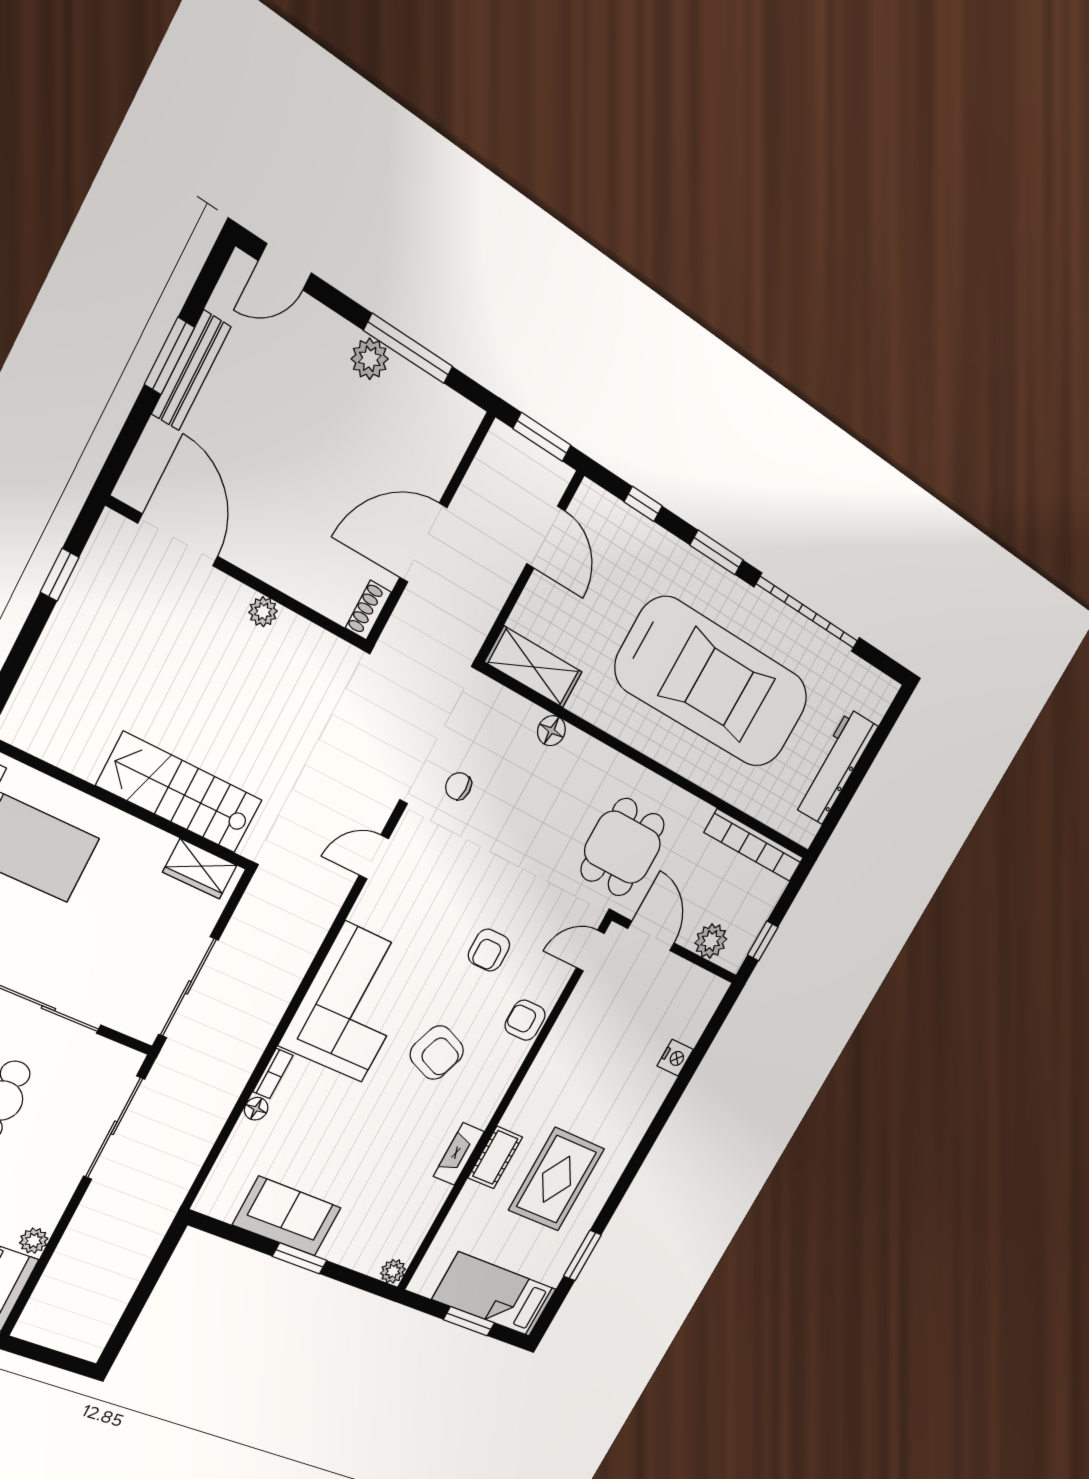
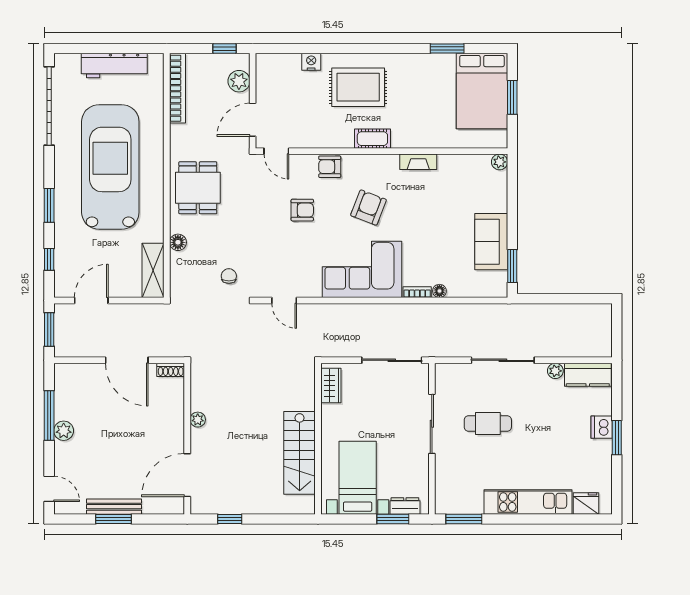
garage door: (808, 613) -> (49, 106), moved
chair: (458, 786) -> (229, 276), turned 180
stairs: (180, 793) -> (300, 453), moved
dining table: (623, 847) -> (198, 188), moved, turned 90
armchair: (525, 1020) -> (330, 167), turned 90
sliding door: (114, 1128) -> (503, 360), moved
cot: (495, 1157) -> (372, 139), moved
rug: (557, 1179) -> (358, 87), moved
window: (300, 1258) -> (512, 266), moved
bed: (494, 1294) -> (482, 91), width x1.50

